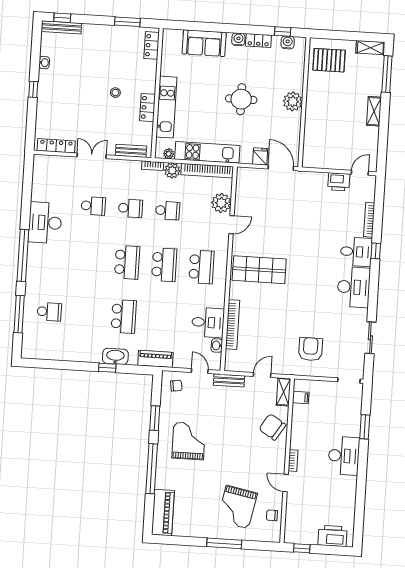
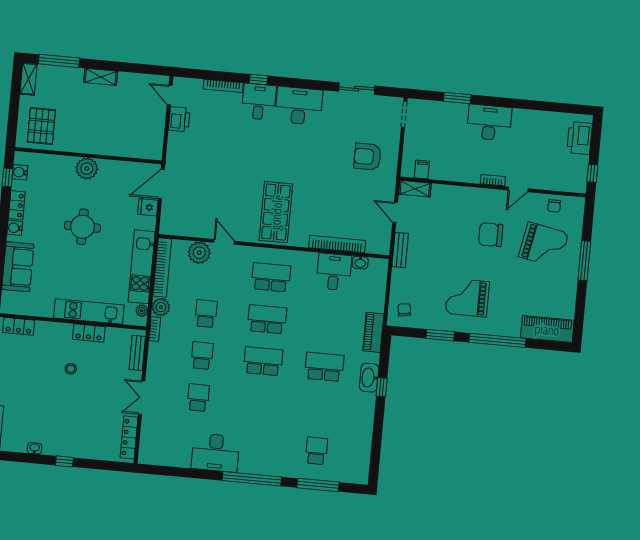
door: (200, 371) -> (389, 283), removed
chair: (272, 427) -> (491, 235), moved, turned 58

